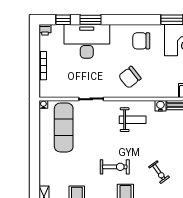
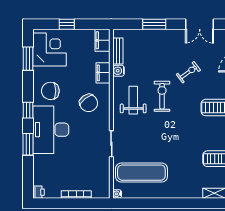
window: (63, 20) -> (28, 110), moved
desk: (87, 41) -> (51, 130), moved
chair: (141, 41) -> (50, 91), turned 90
filing cabinet: (158, 91) -> (103, 73), added
exercise bike: (115, 167) -> (162, 96), moved

